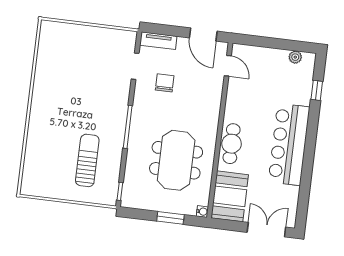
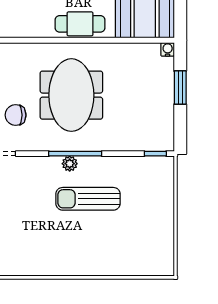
plant: (120, 122) -> (70, 164), added
sun lounger: (87, 160) -> (88, 199), moved
meeting table: (176, 160) -> (71, 95), moved, turned 90

